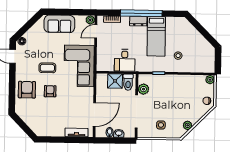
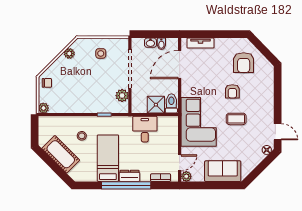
cot: (196, 40) -> (61, 154), added
toilet: (128, 82) -> (171, 103), moved
armchair: (27, 90) -> (244, 63), moved

